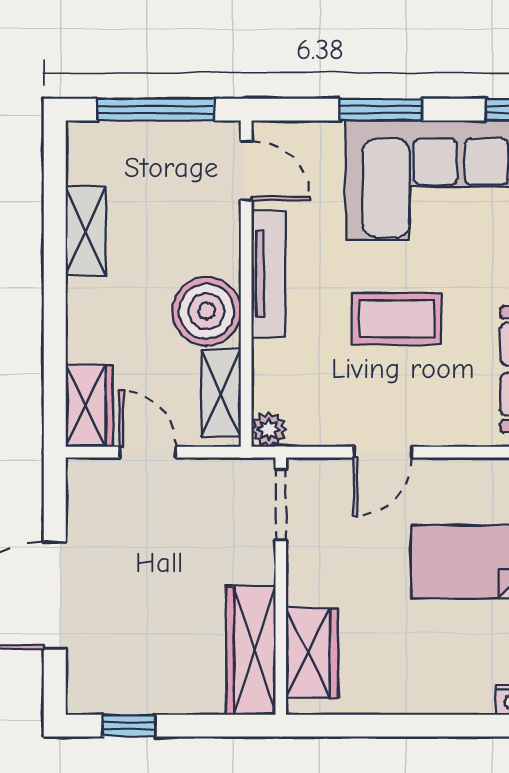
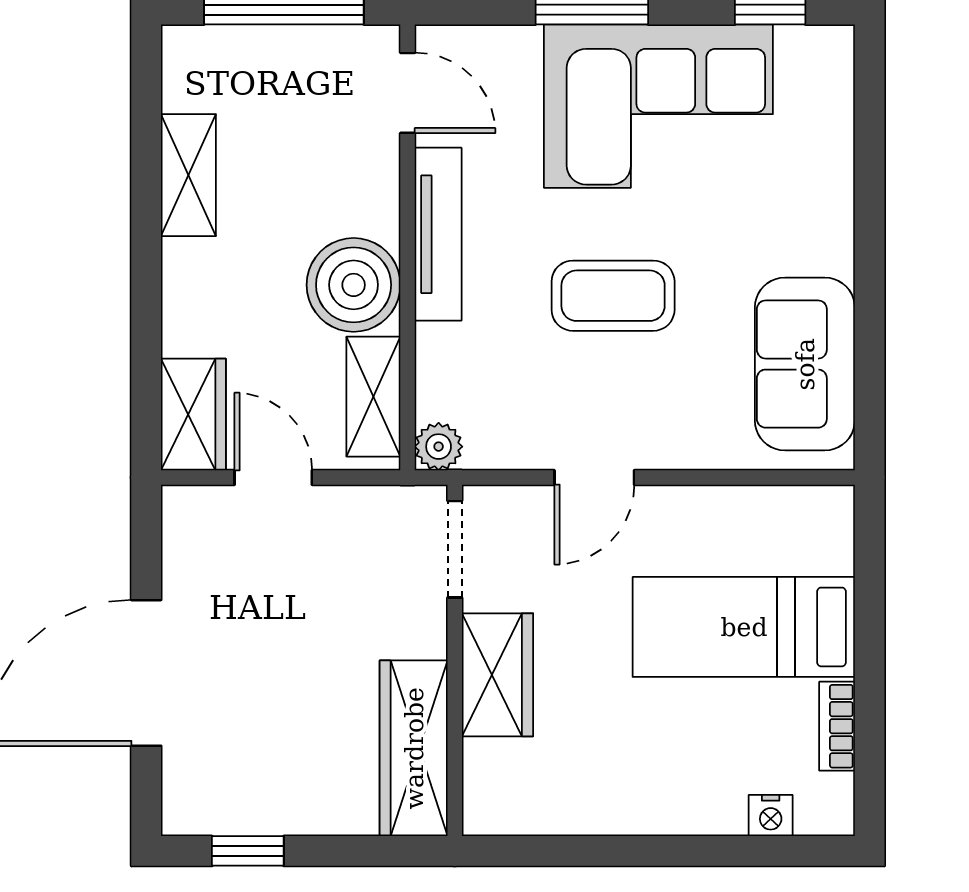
wardrobe: (312, 653) -> (498, 675), moved

